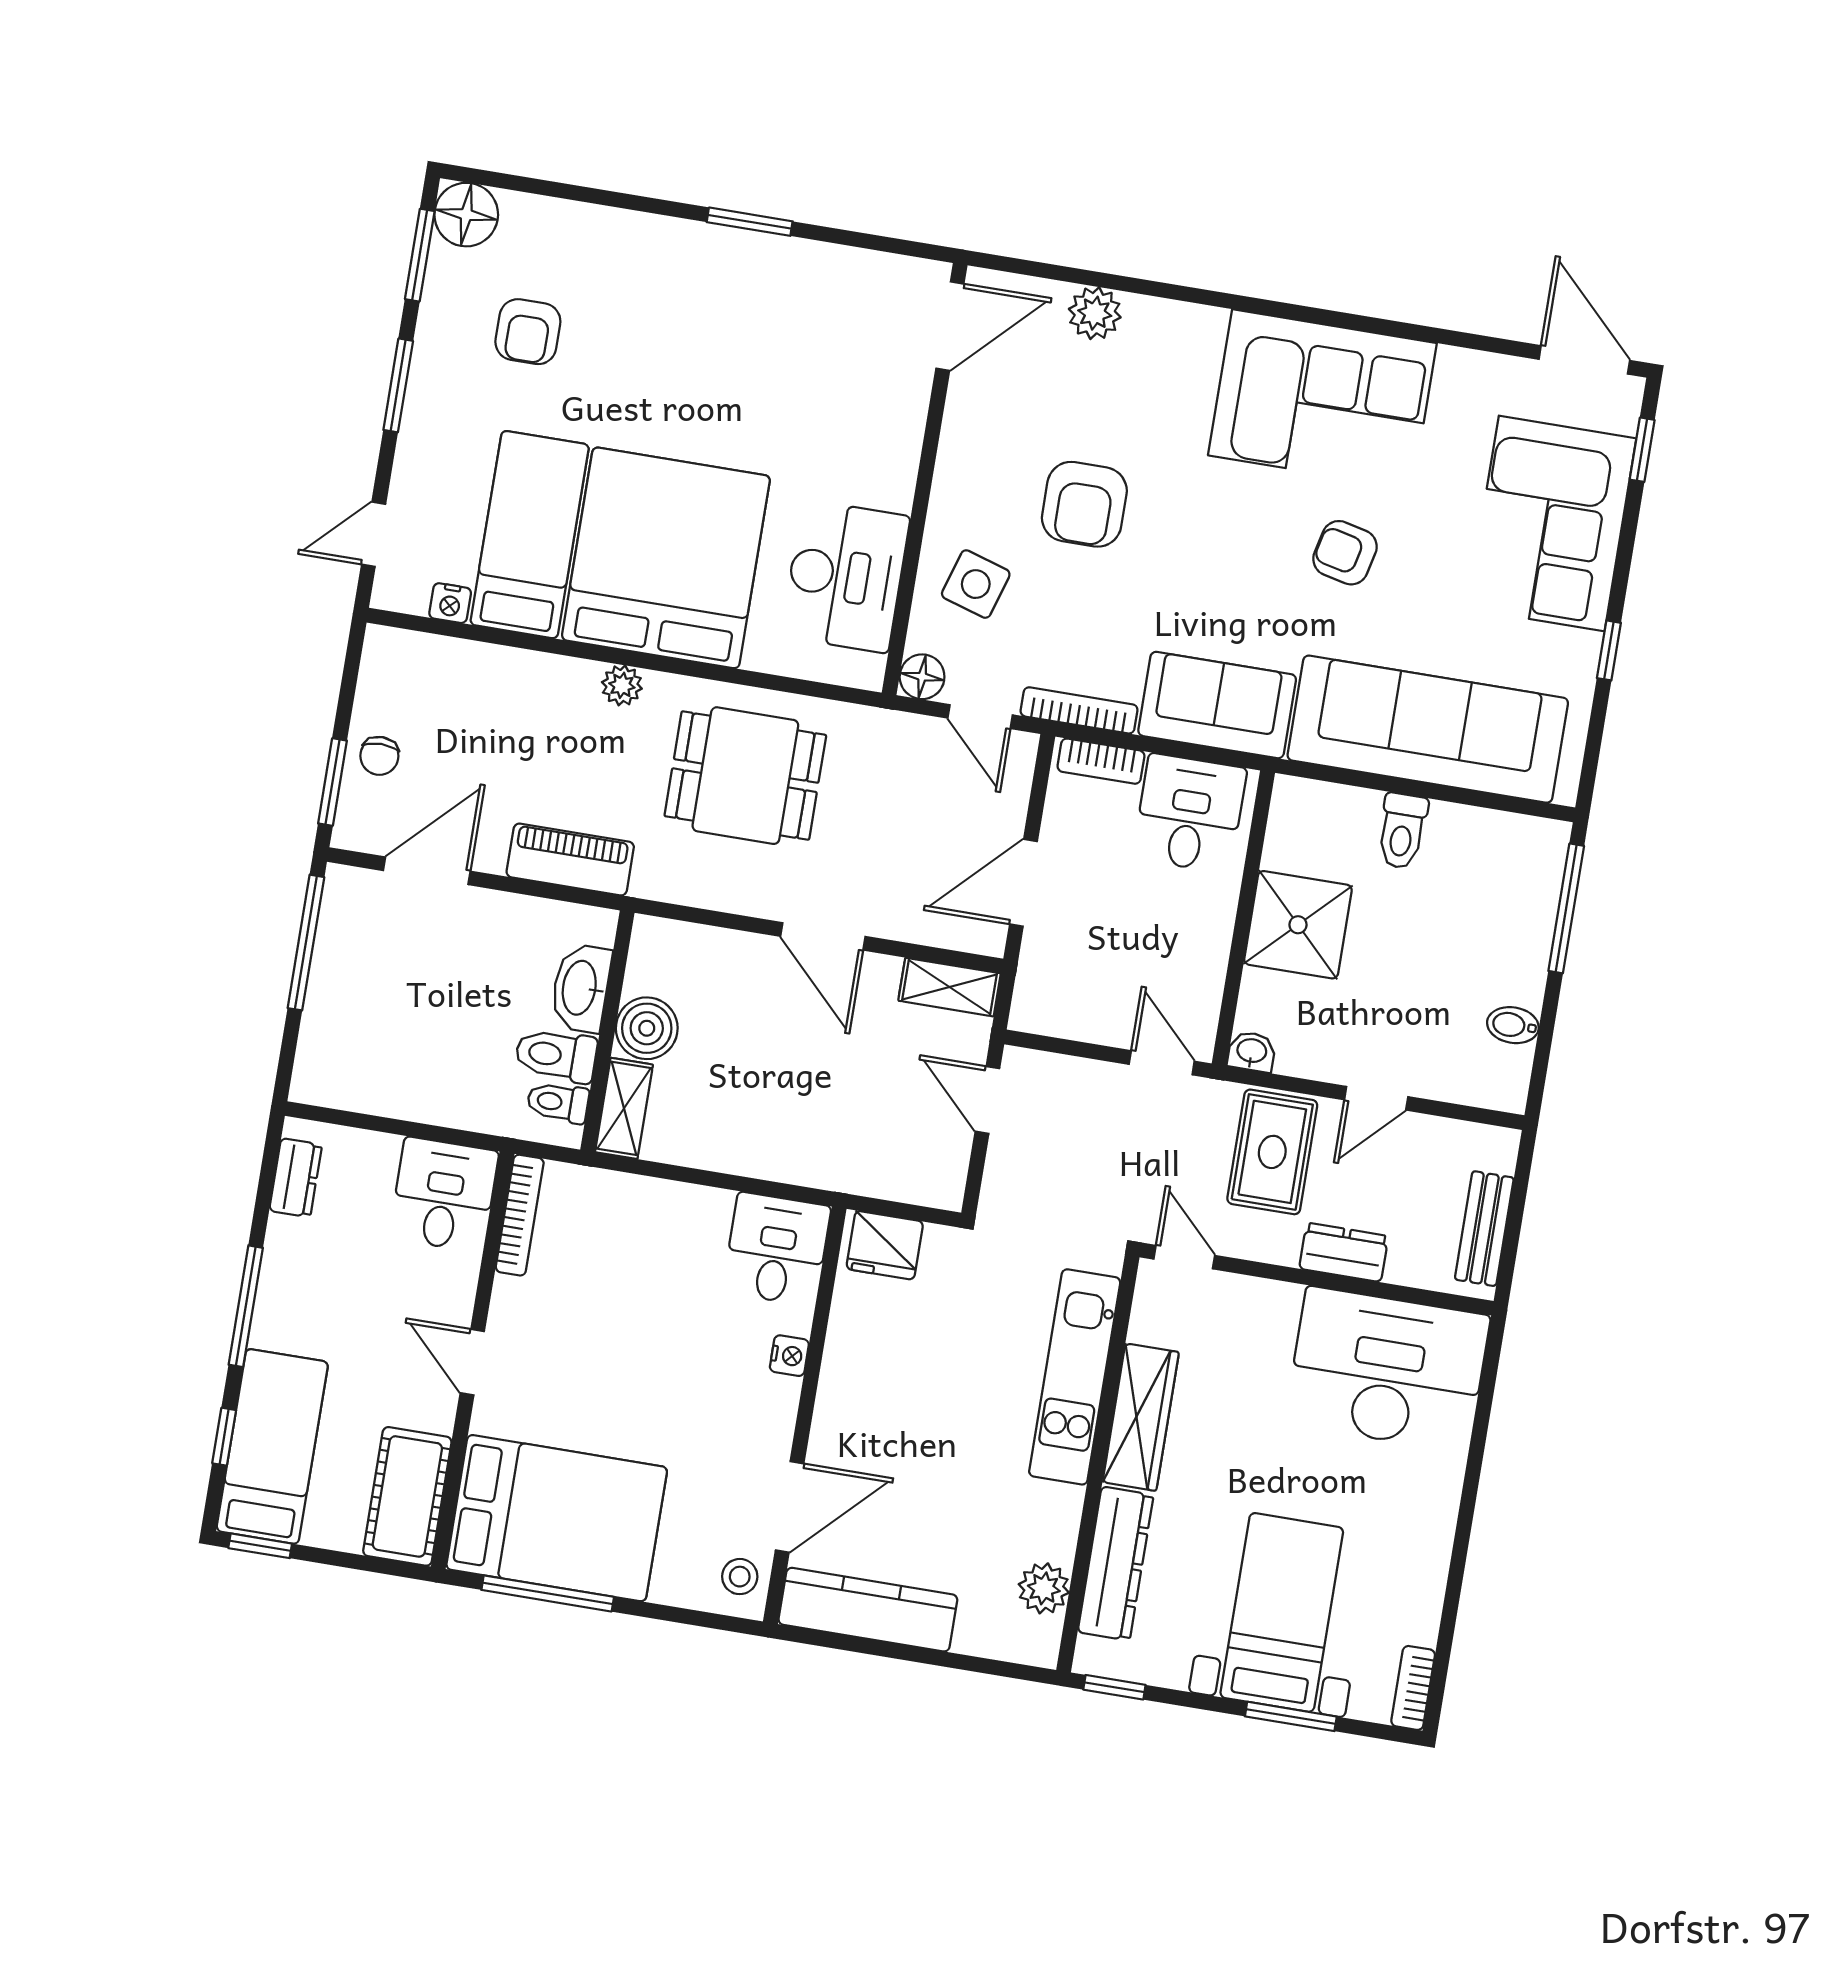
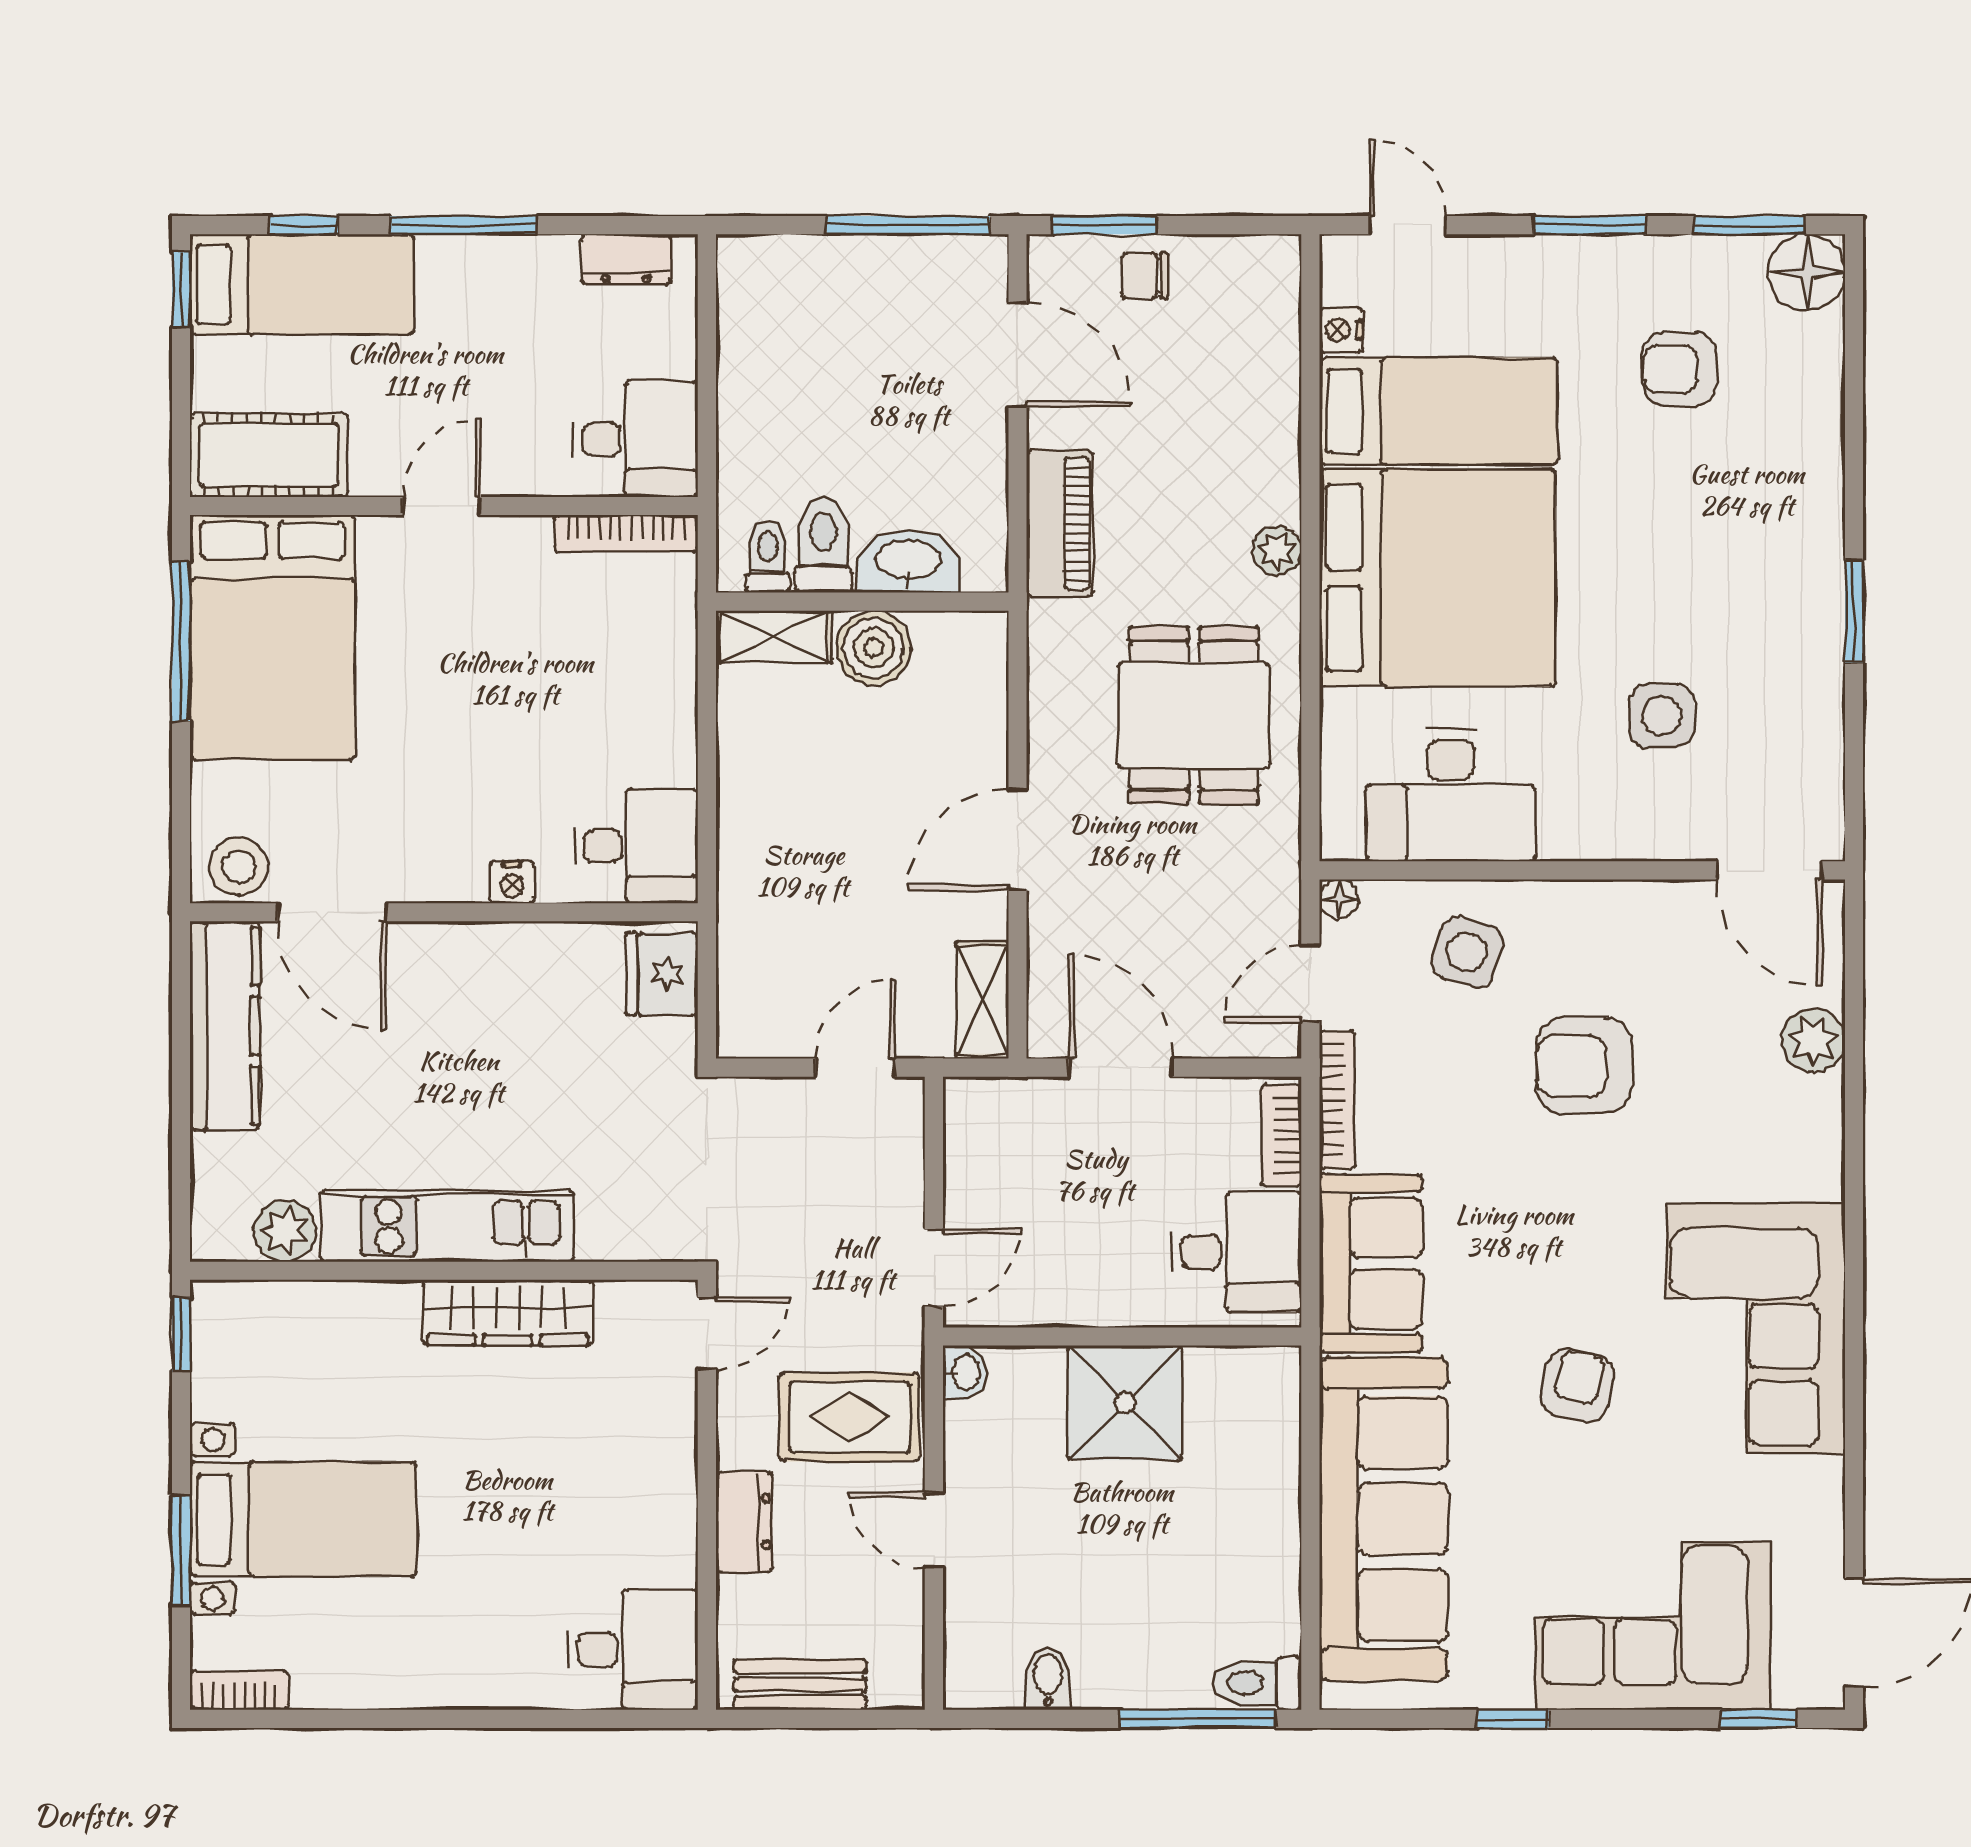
side table: (809, 393) -> (1662, 716), added
floor lamp: (922, 677) -> (1339, 899), width x0.73, depth x0.73
toilet: (1402, 831) -> (1257, 1683), moved
desk: (1387, 1369) -> (633, 1650), width x0.53, depth x0.77
kitchen unit: (1075, 1377) -> (447, 1226), moved
dresser: (1116, 1564) -> (329, 1312), removed
stool: (740, 1577) -> (239, 867), width x1.37, depth x1.37

